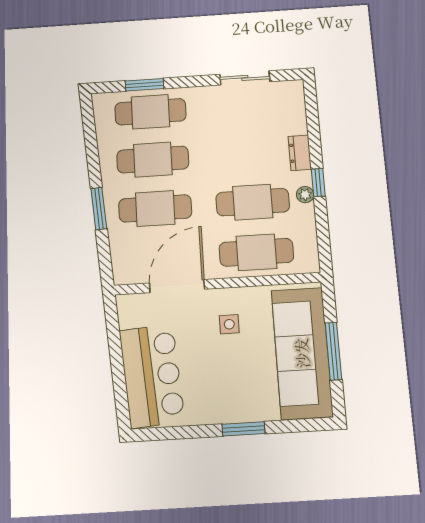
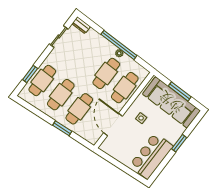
dresser: (300, 153) -> (81, 25), moved
window: (318, 183) -> (119, 45), width x3.17
bar counter: (152, 376) -> (151, 156), moved, turned -85

